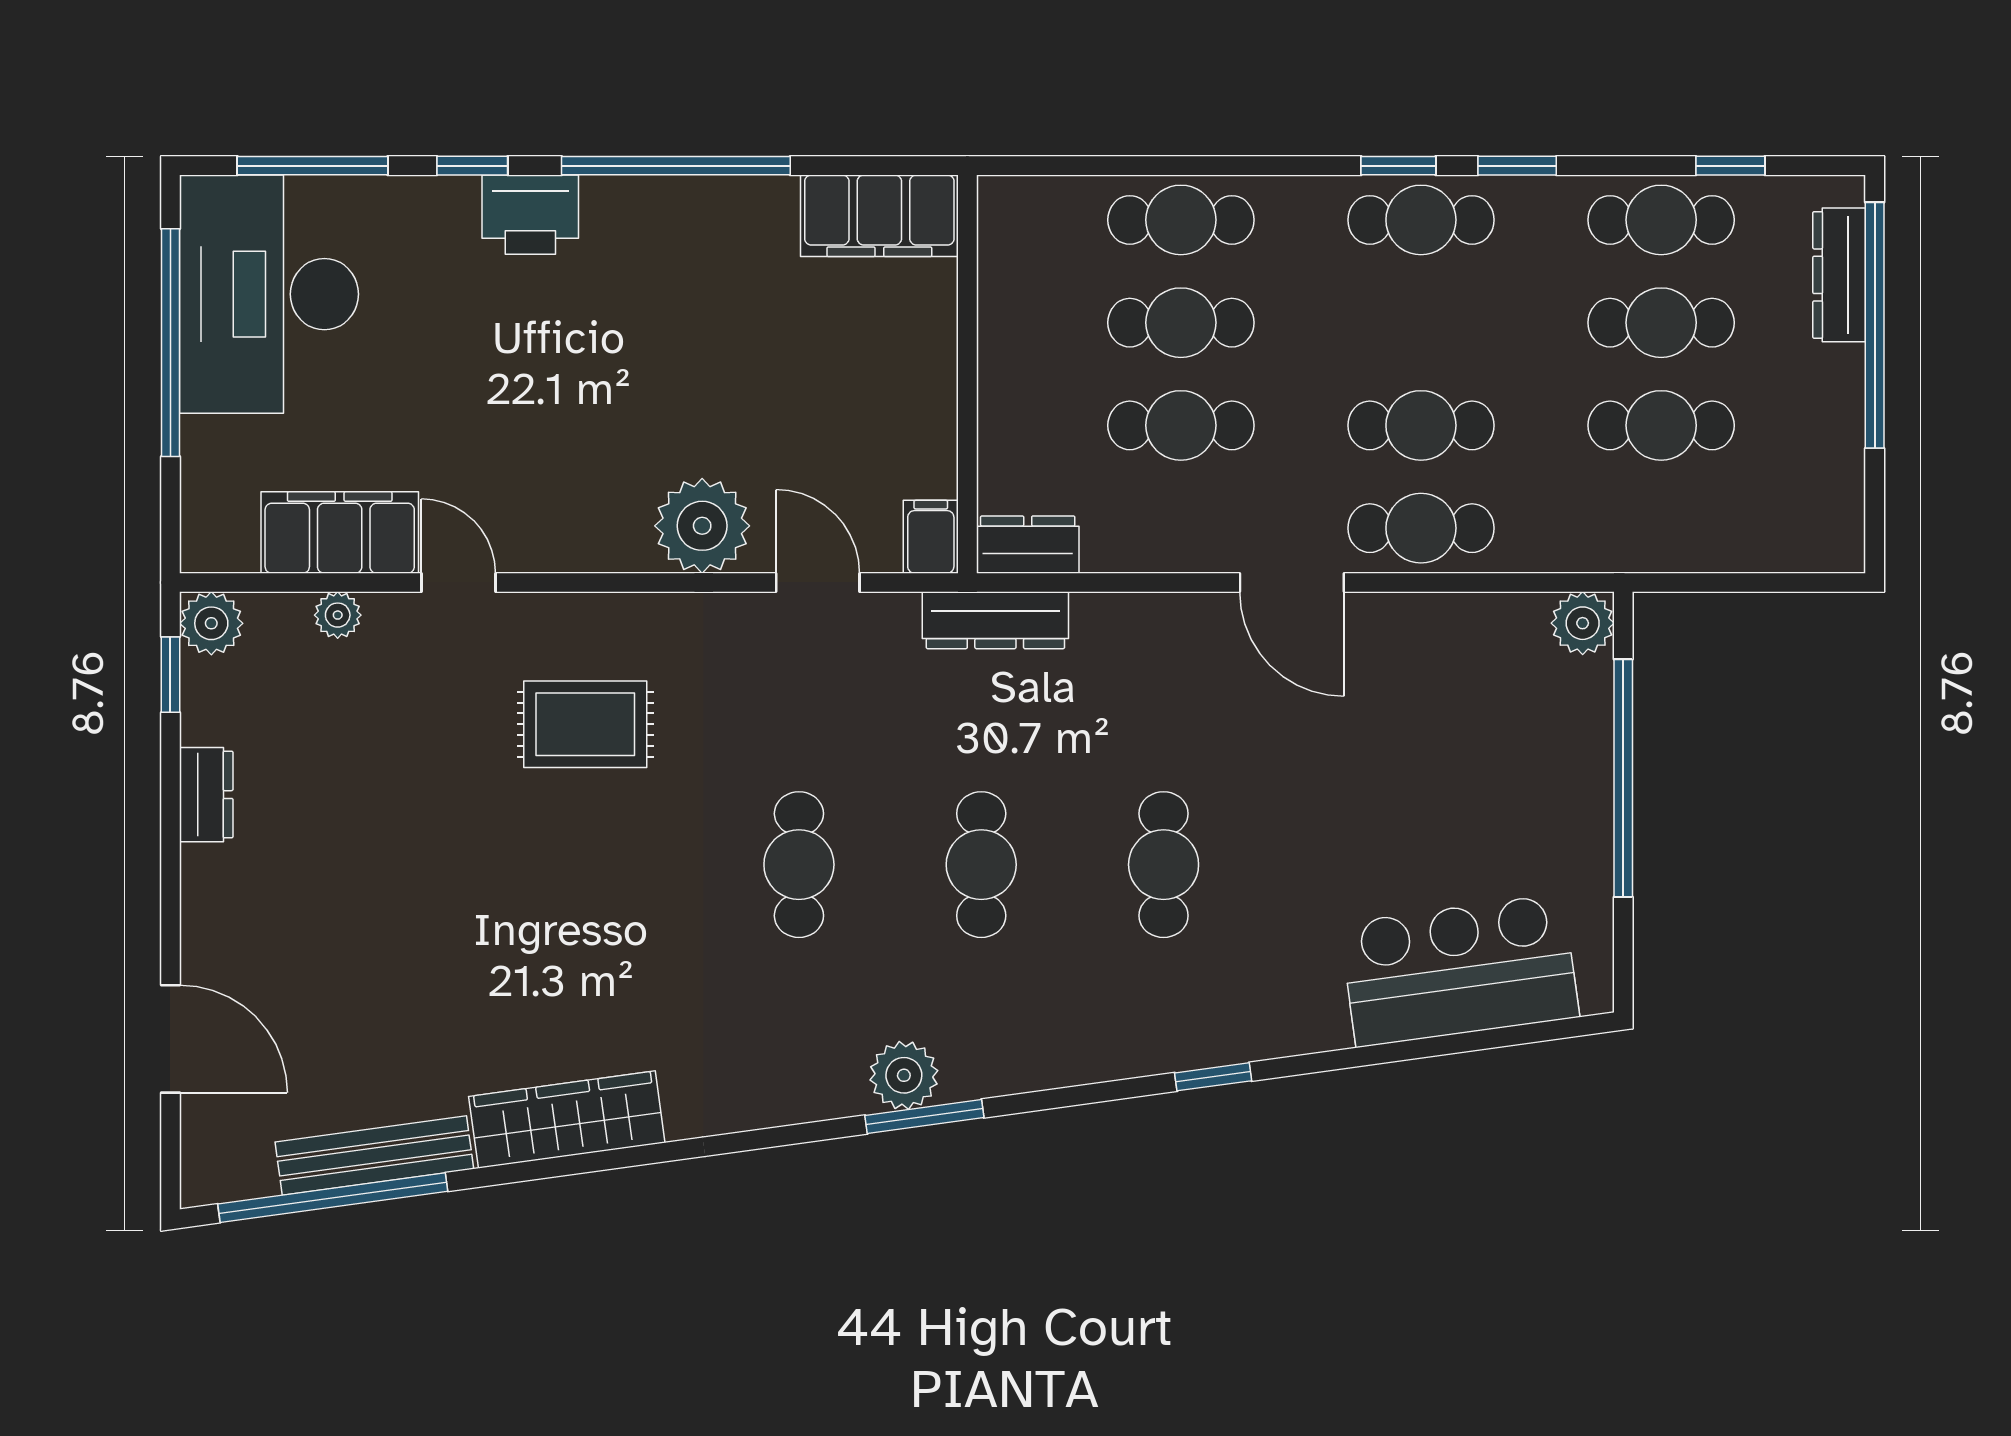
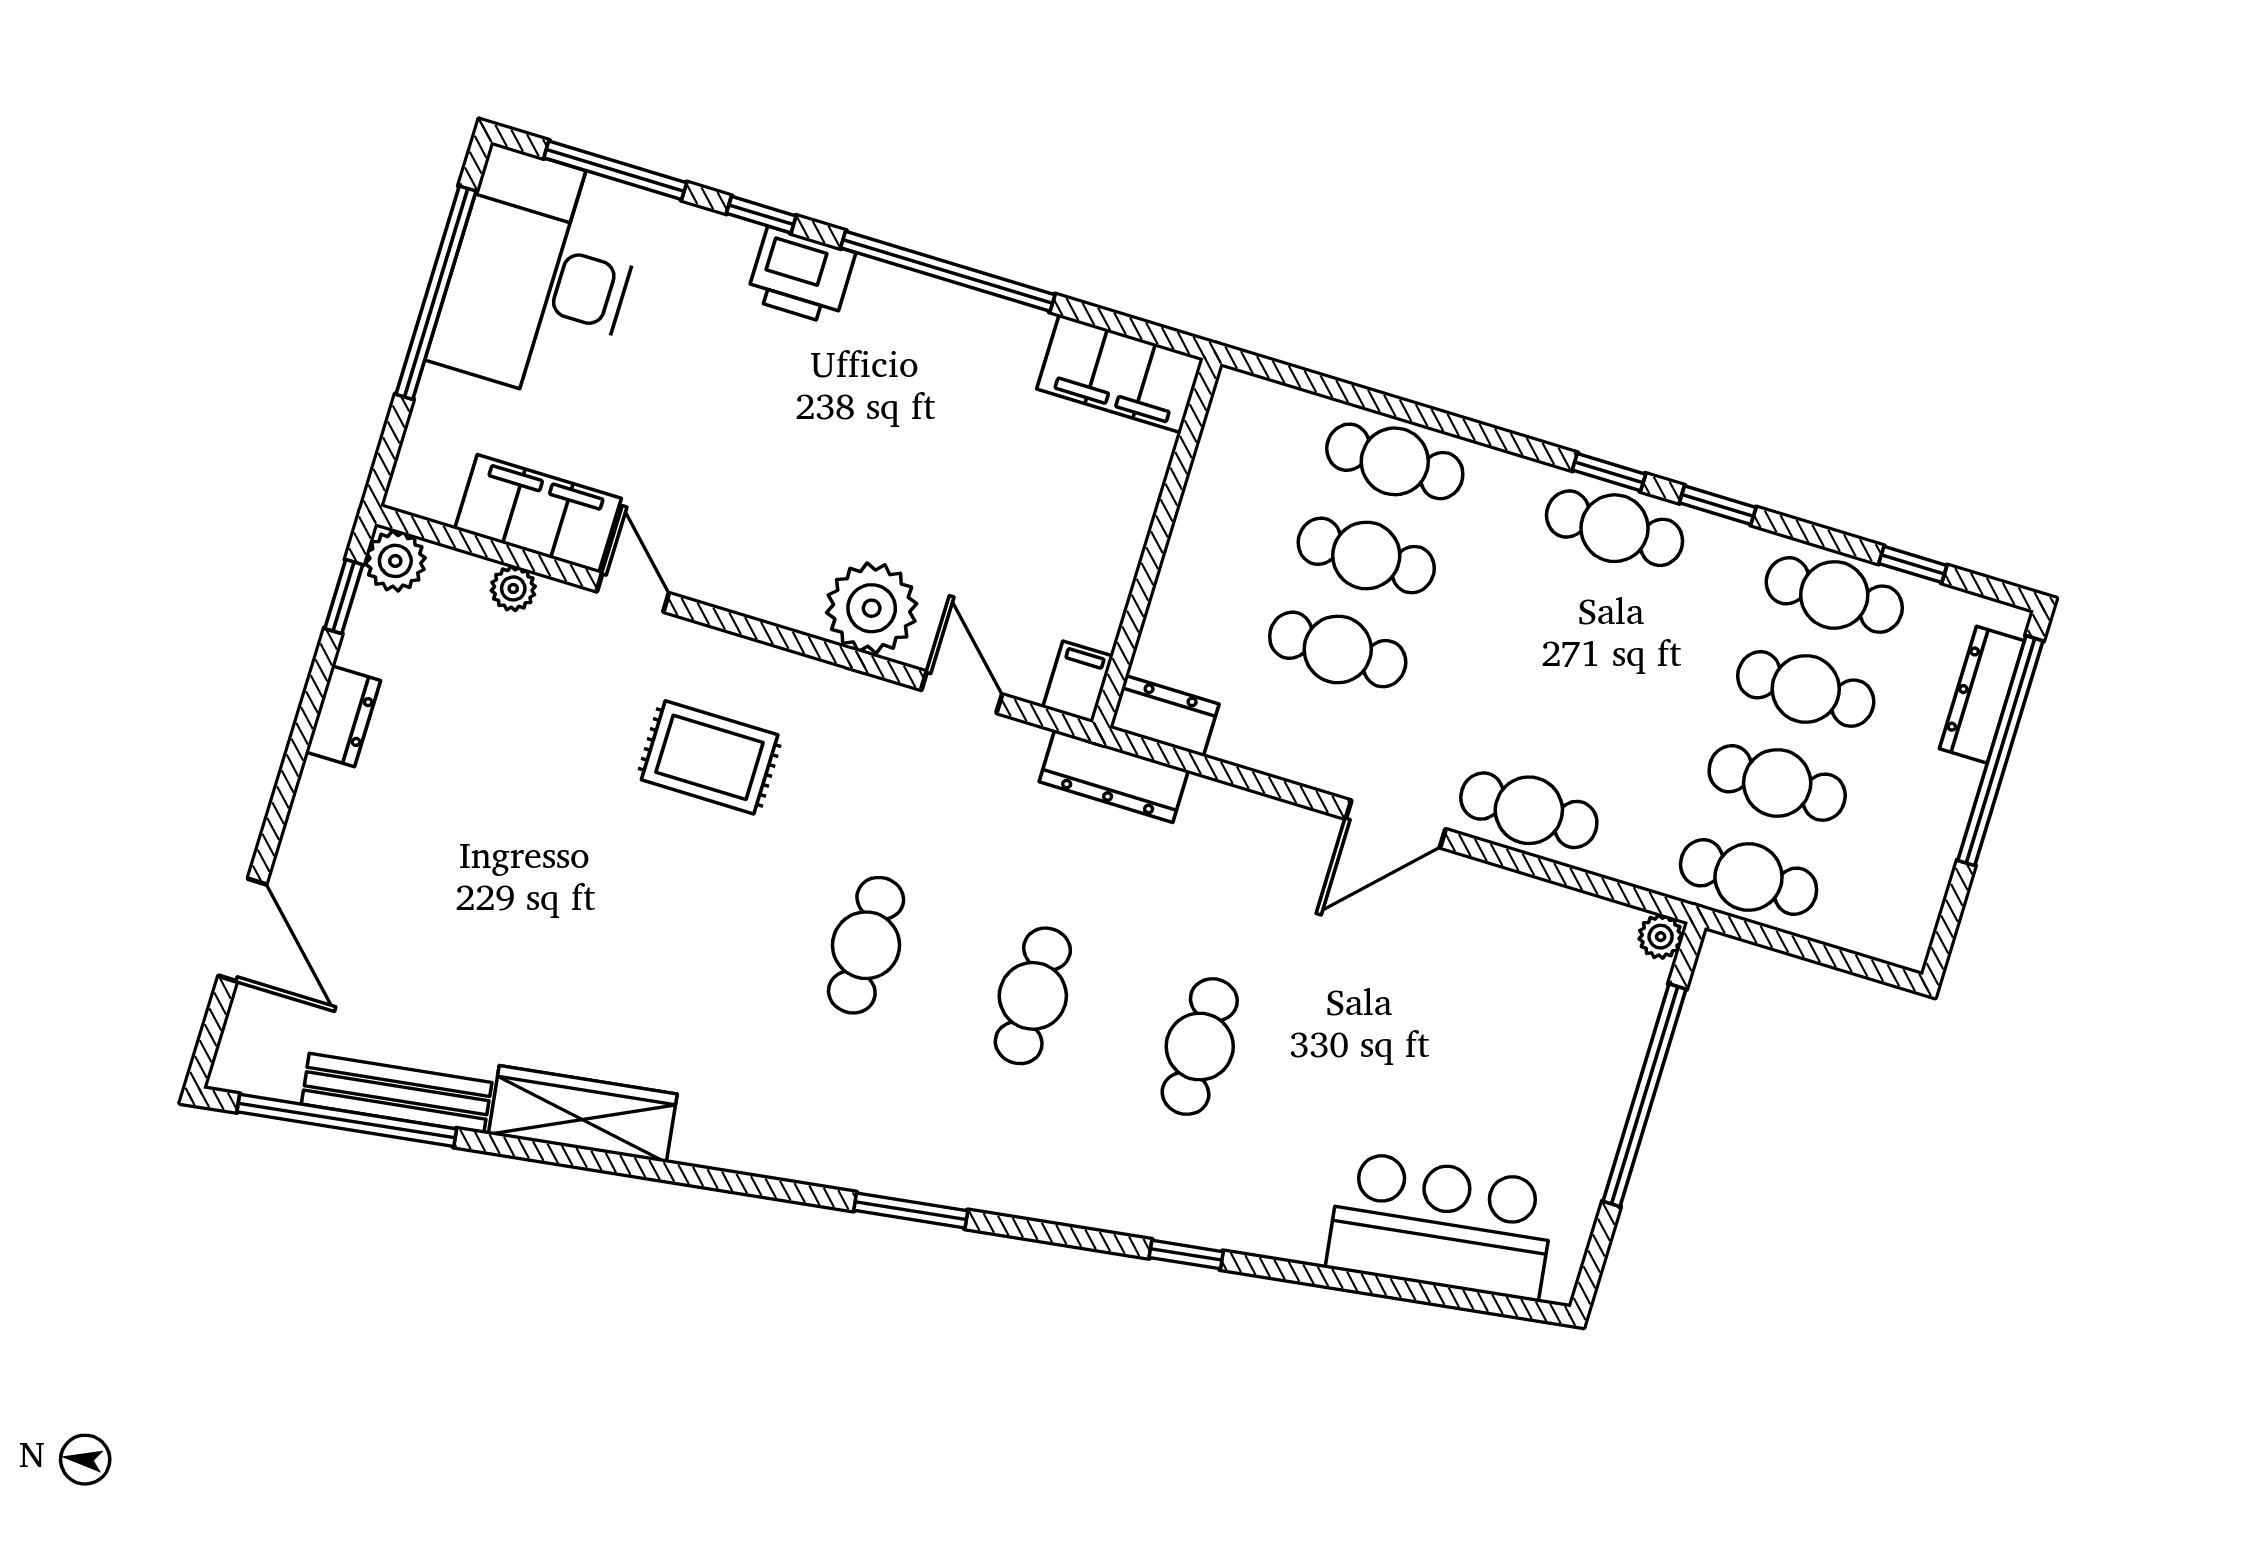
cafe table: (1421, 425) -> (1749, 877), moved
door: (1292, 582) -> (1396, 824), hinge flipped
plant: (1583, 623) -> (1661, 937), width x0.73, depth x0.73
plant: (904, 1075) -> (903, 1167), removed

